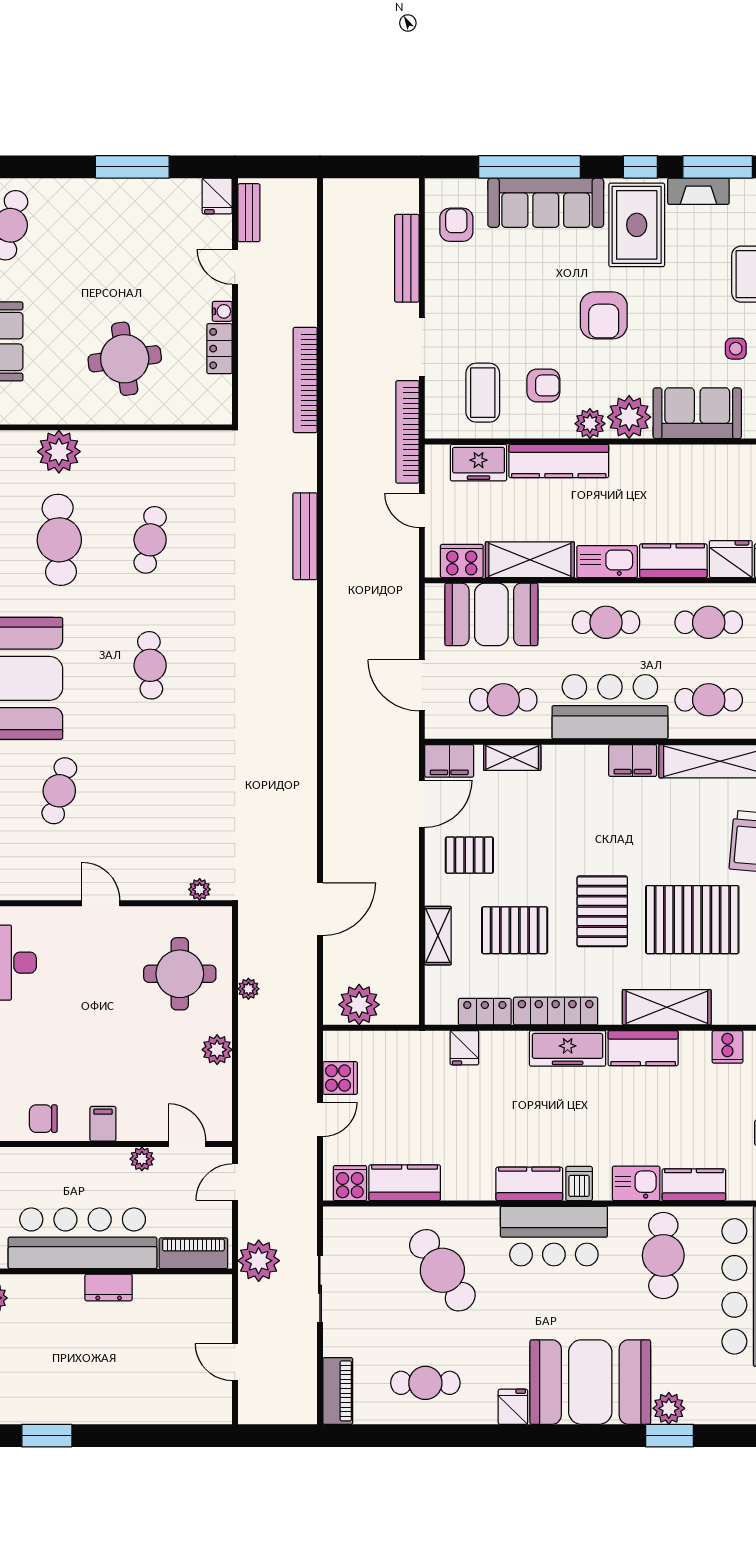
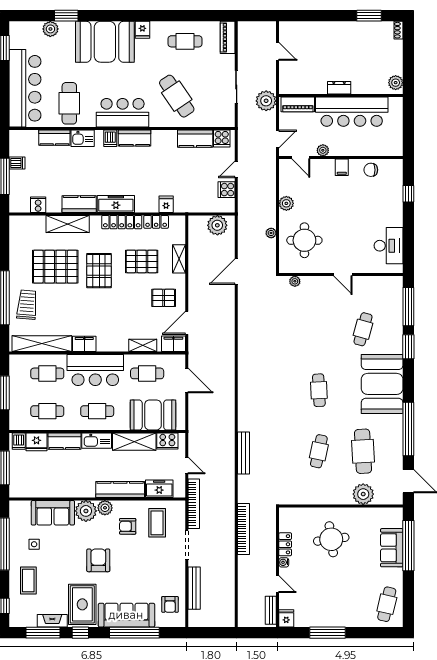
chair: (43, 1119) -> (371, 170), turned 180
plant: (669, 1408) -> (50, 29), moved

